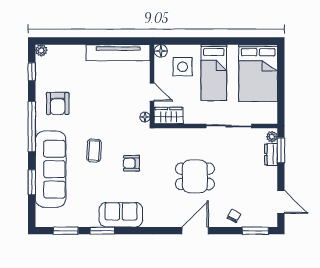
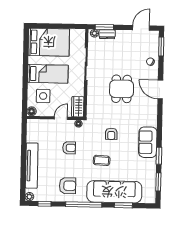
tv unit: (118, 53) -> (32, 166), moved
armchair: (111, 105) -> (69, 148), added

